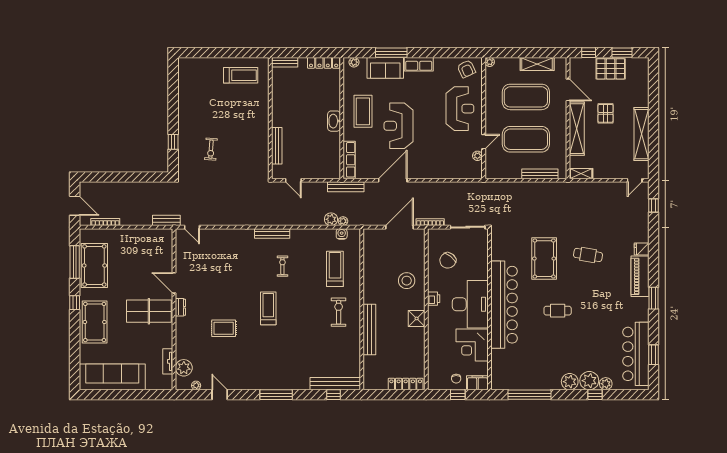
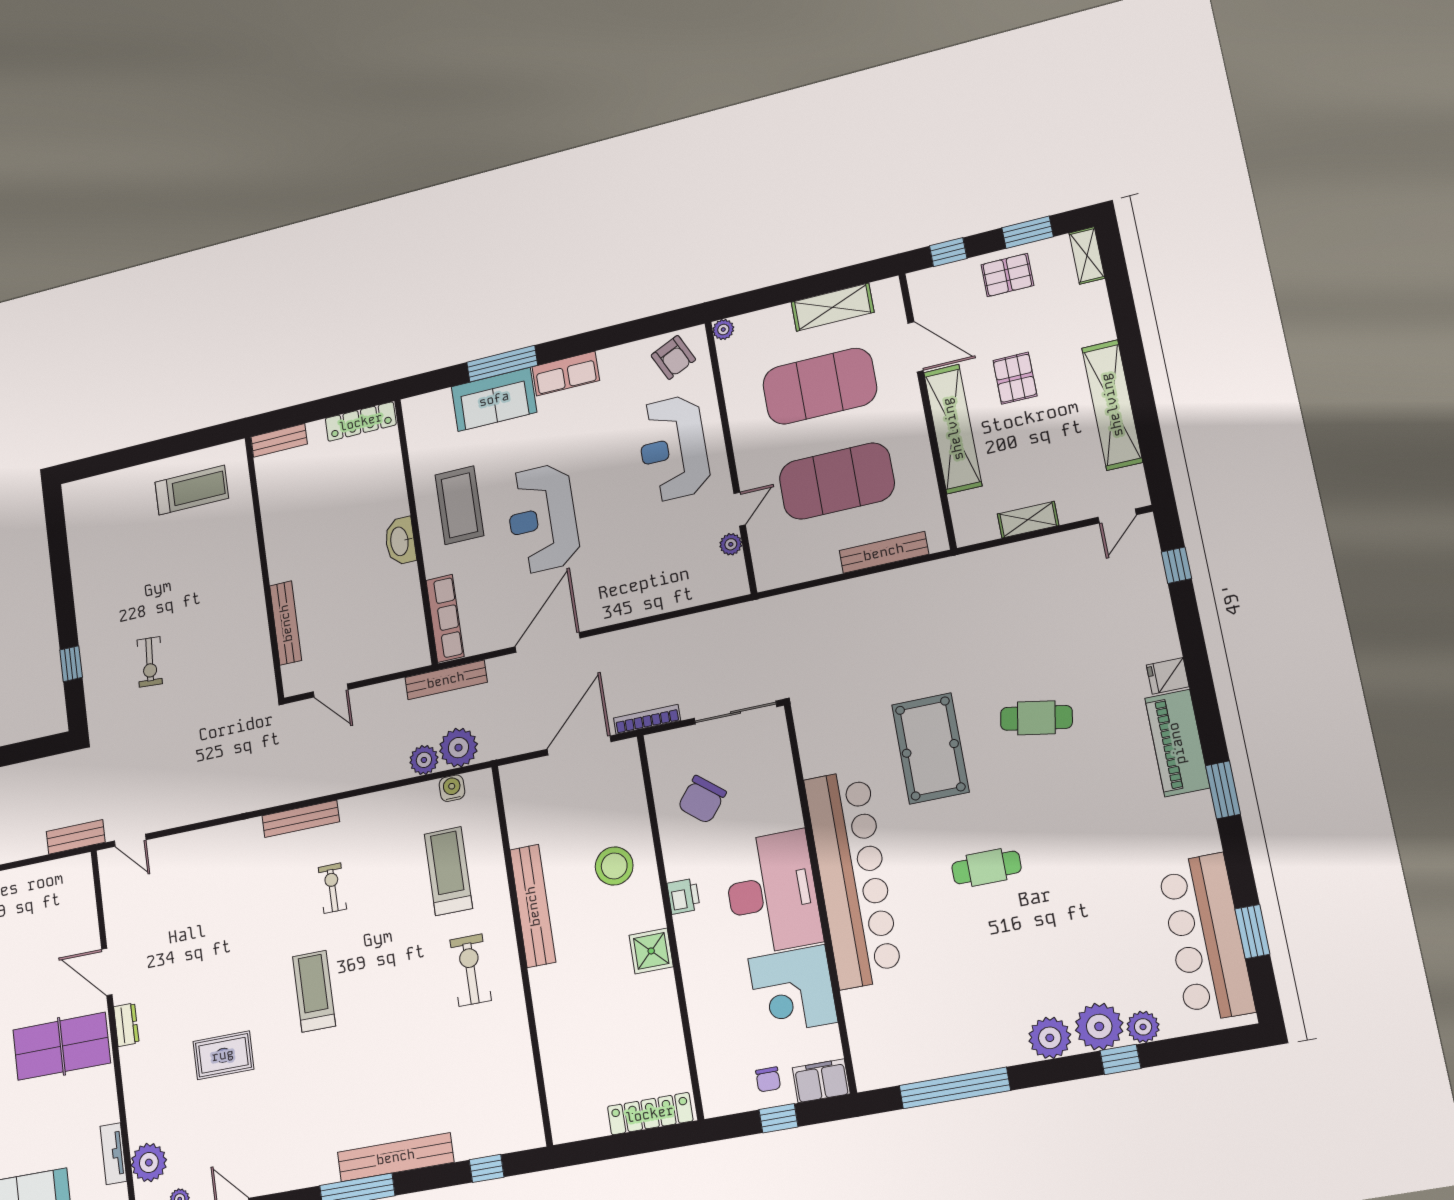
plant: (354, 62) -> (425, 404), removed
pallet: (611, 69) -> (1007, 275), width x0.67, depth x0.71
shelving: (644, 69) -> (1087, 256), added
reception desk: (460, 109) -> (673, 448), turned 180
shelving: (581, 174) -> (1028, 520), moved
plant: (343, 221) -> (458, 748), width x1.88, depth x1.88
bench: (369, 329) -> (533, 906), moved
bench: (335, 384) -> (396, 1157), moved

